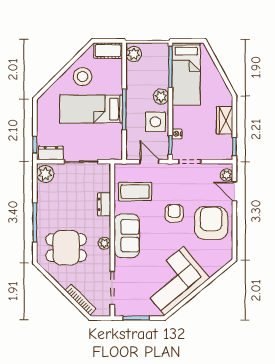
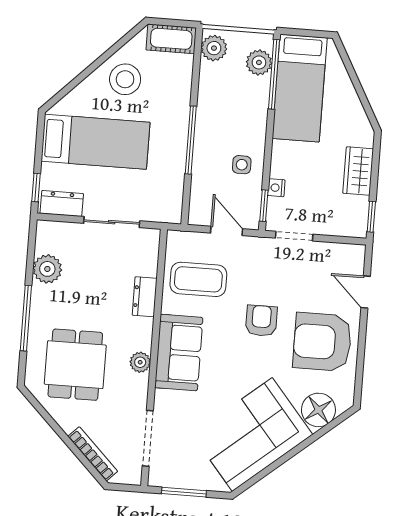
plant: (161, 97) -> (259, 62), moved
bed: (91, 109) -> (96, 142), moved, turned 180
side table: (155, 122) -> (242, 165), width x0.54, depth x0.54
plant: (45, 174) -> (47, 269), moved
plant: (226, 175) -> (354, 263), removed
armchair: (211, 223) -> (322, 342), turned -90
dining table: (66, 248) -> (75, 365), turned 90
floor lamp: (212, 263) -> (318, 410), added

